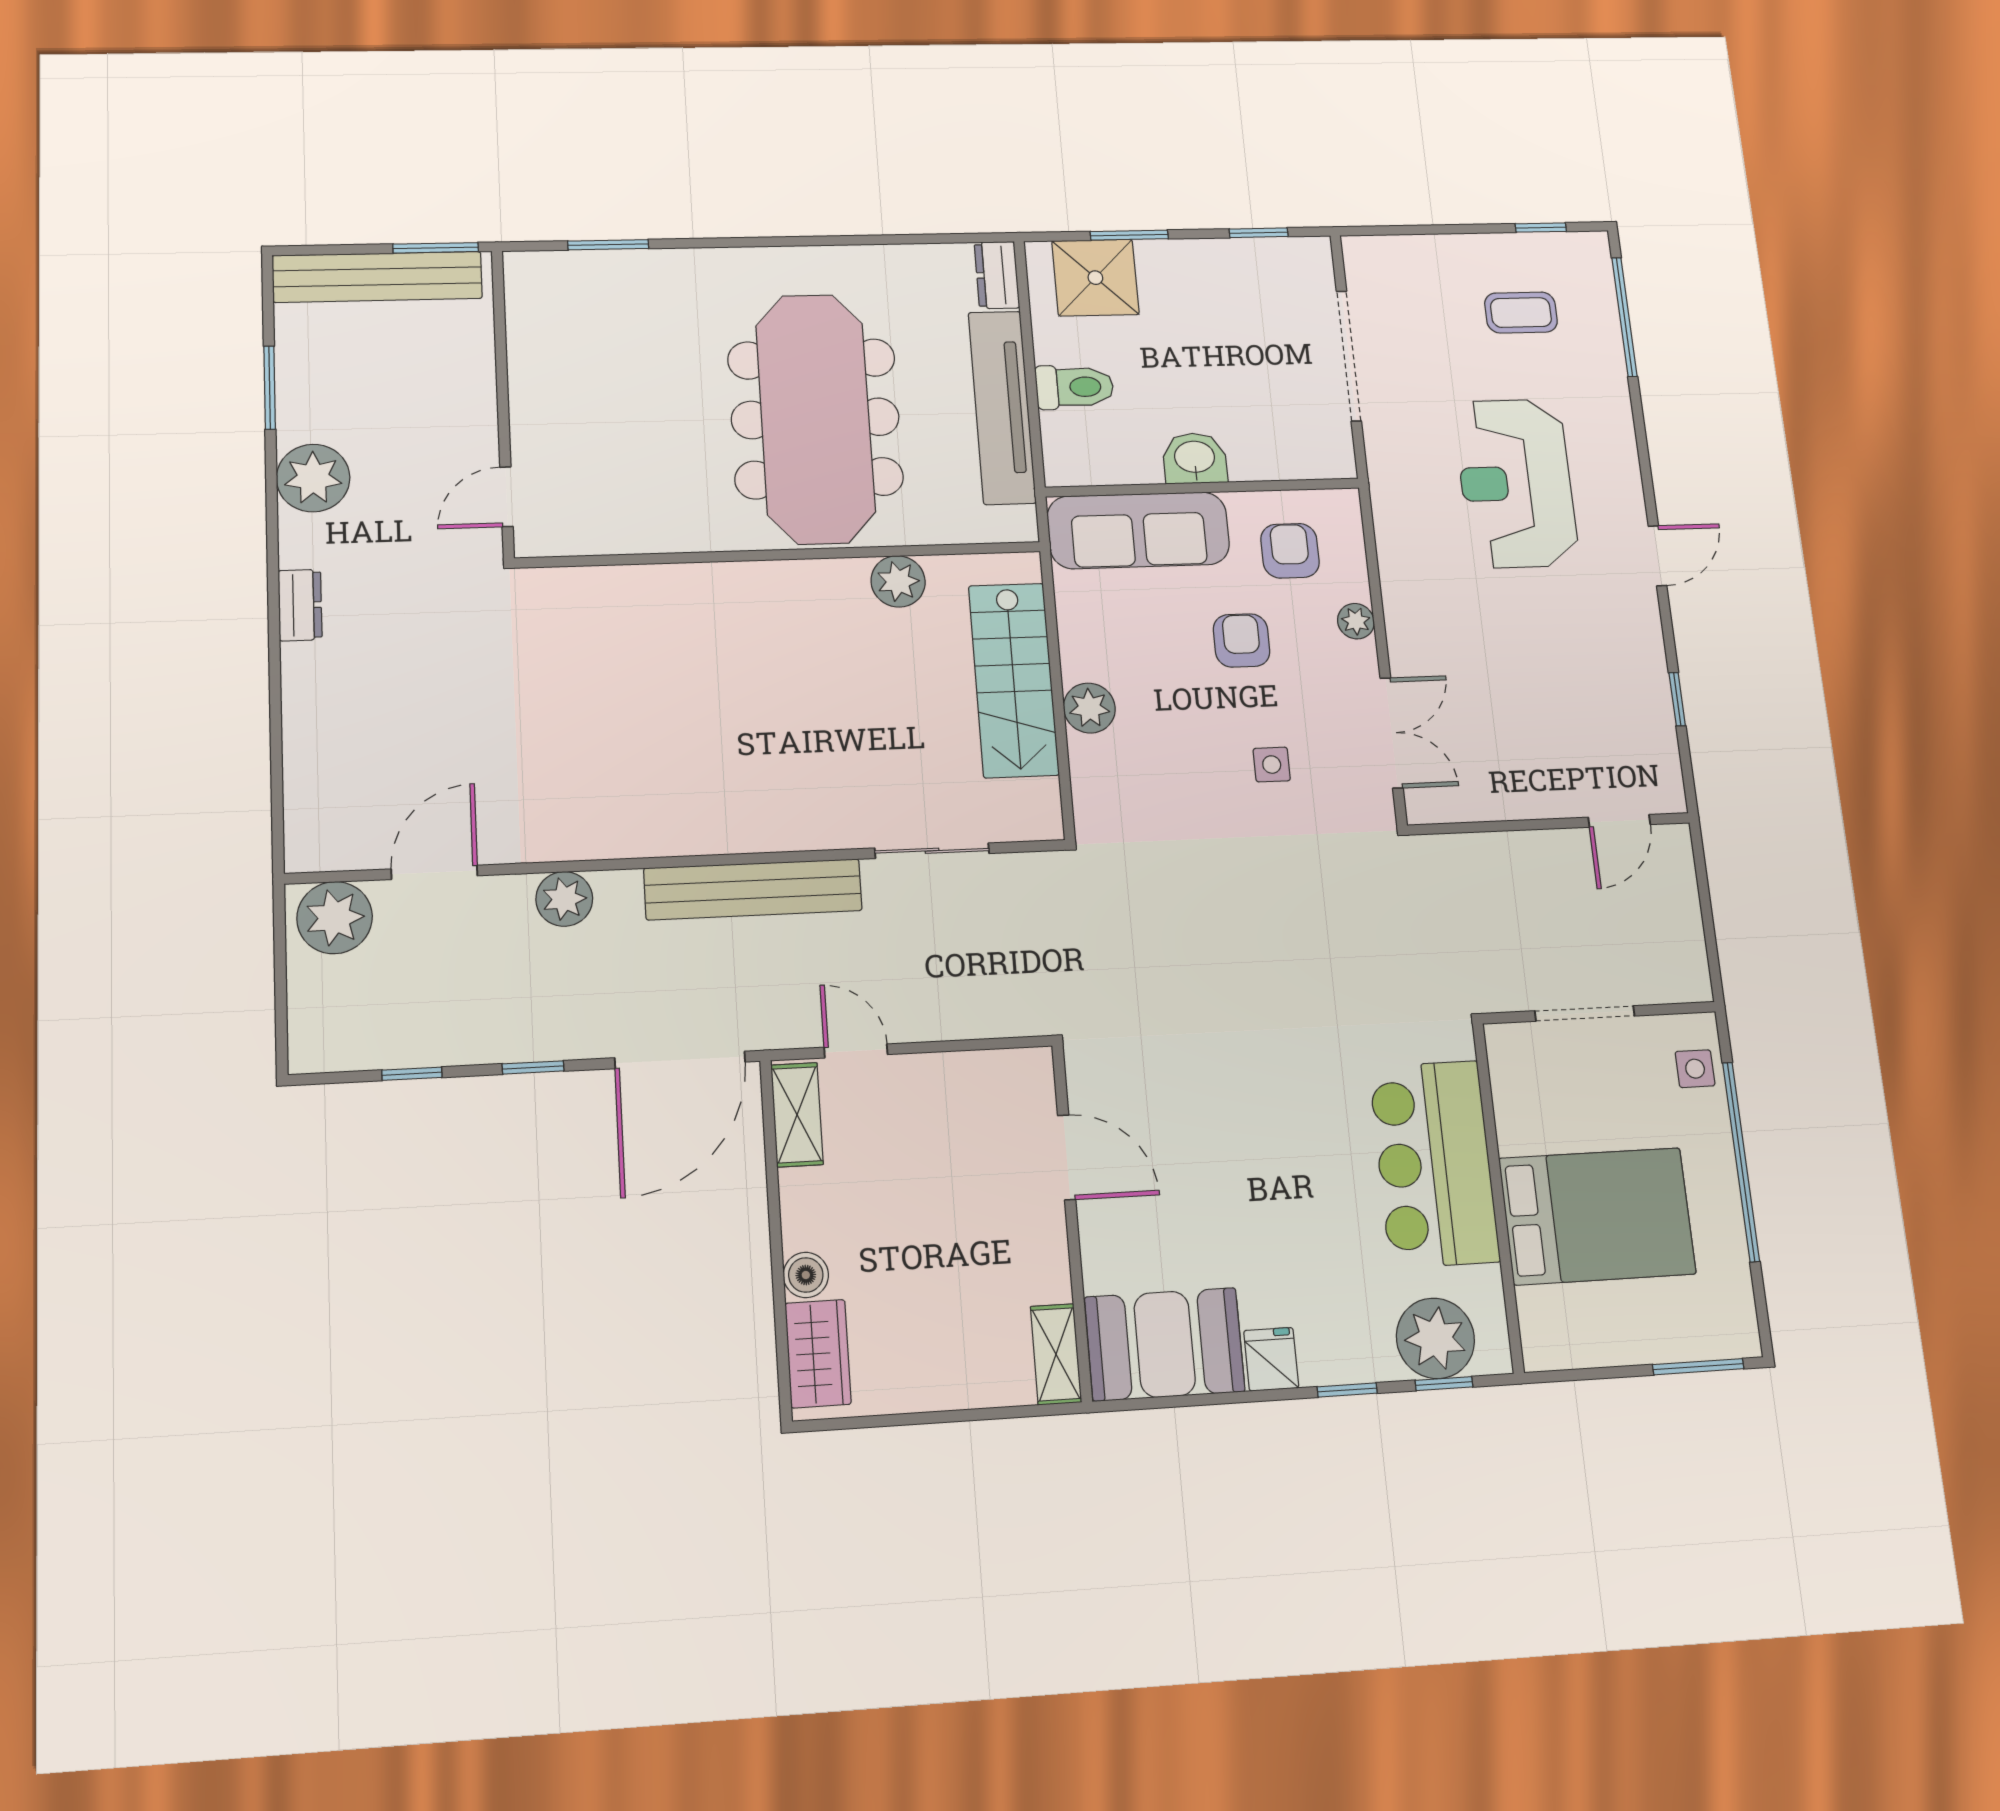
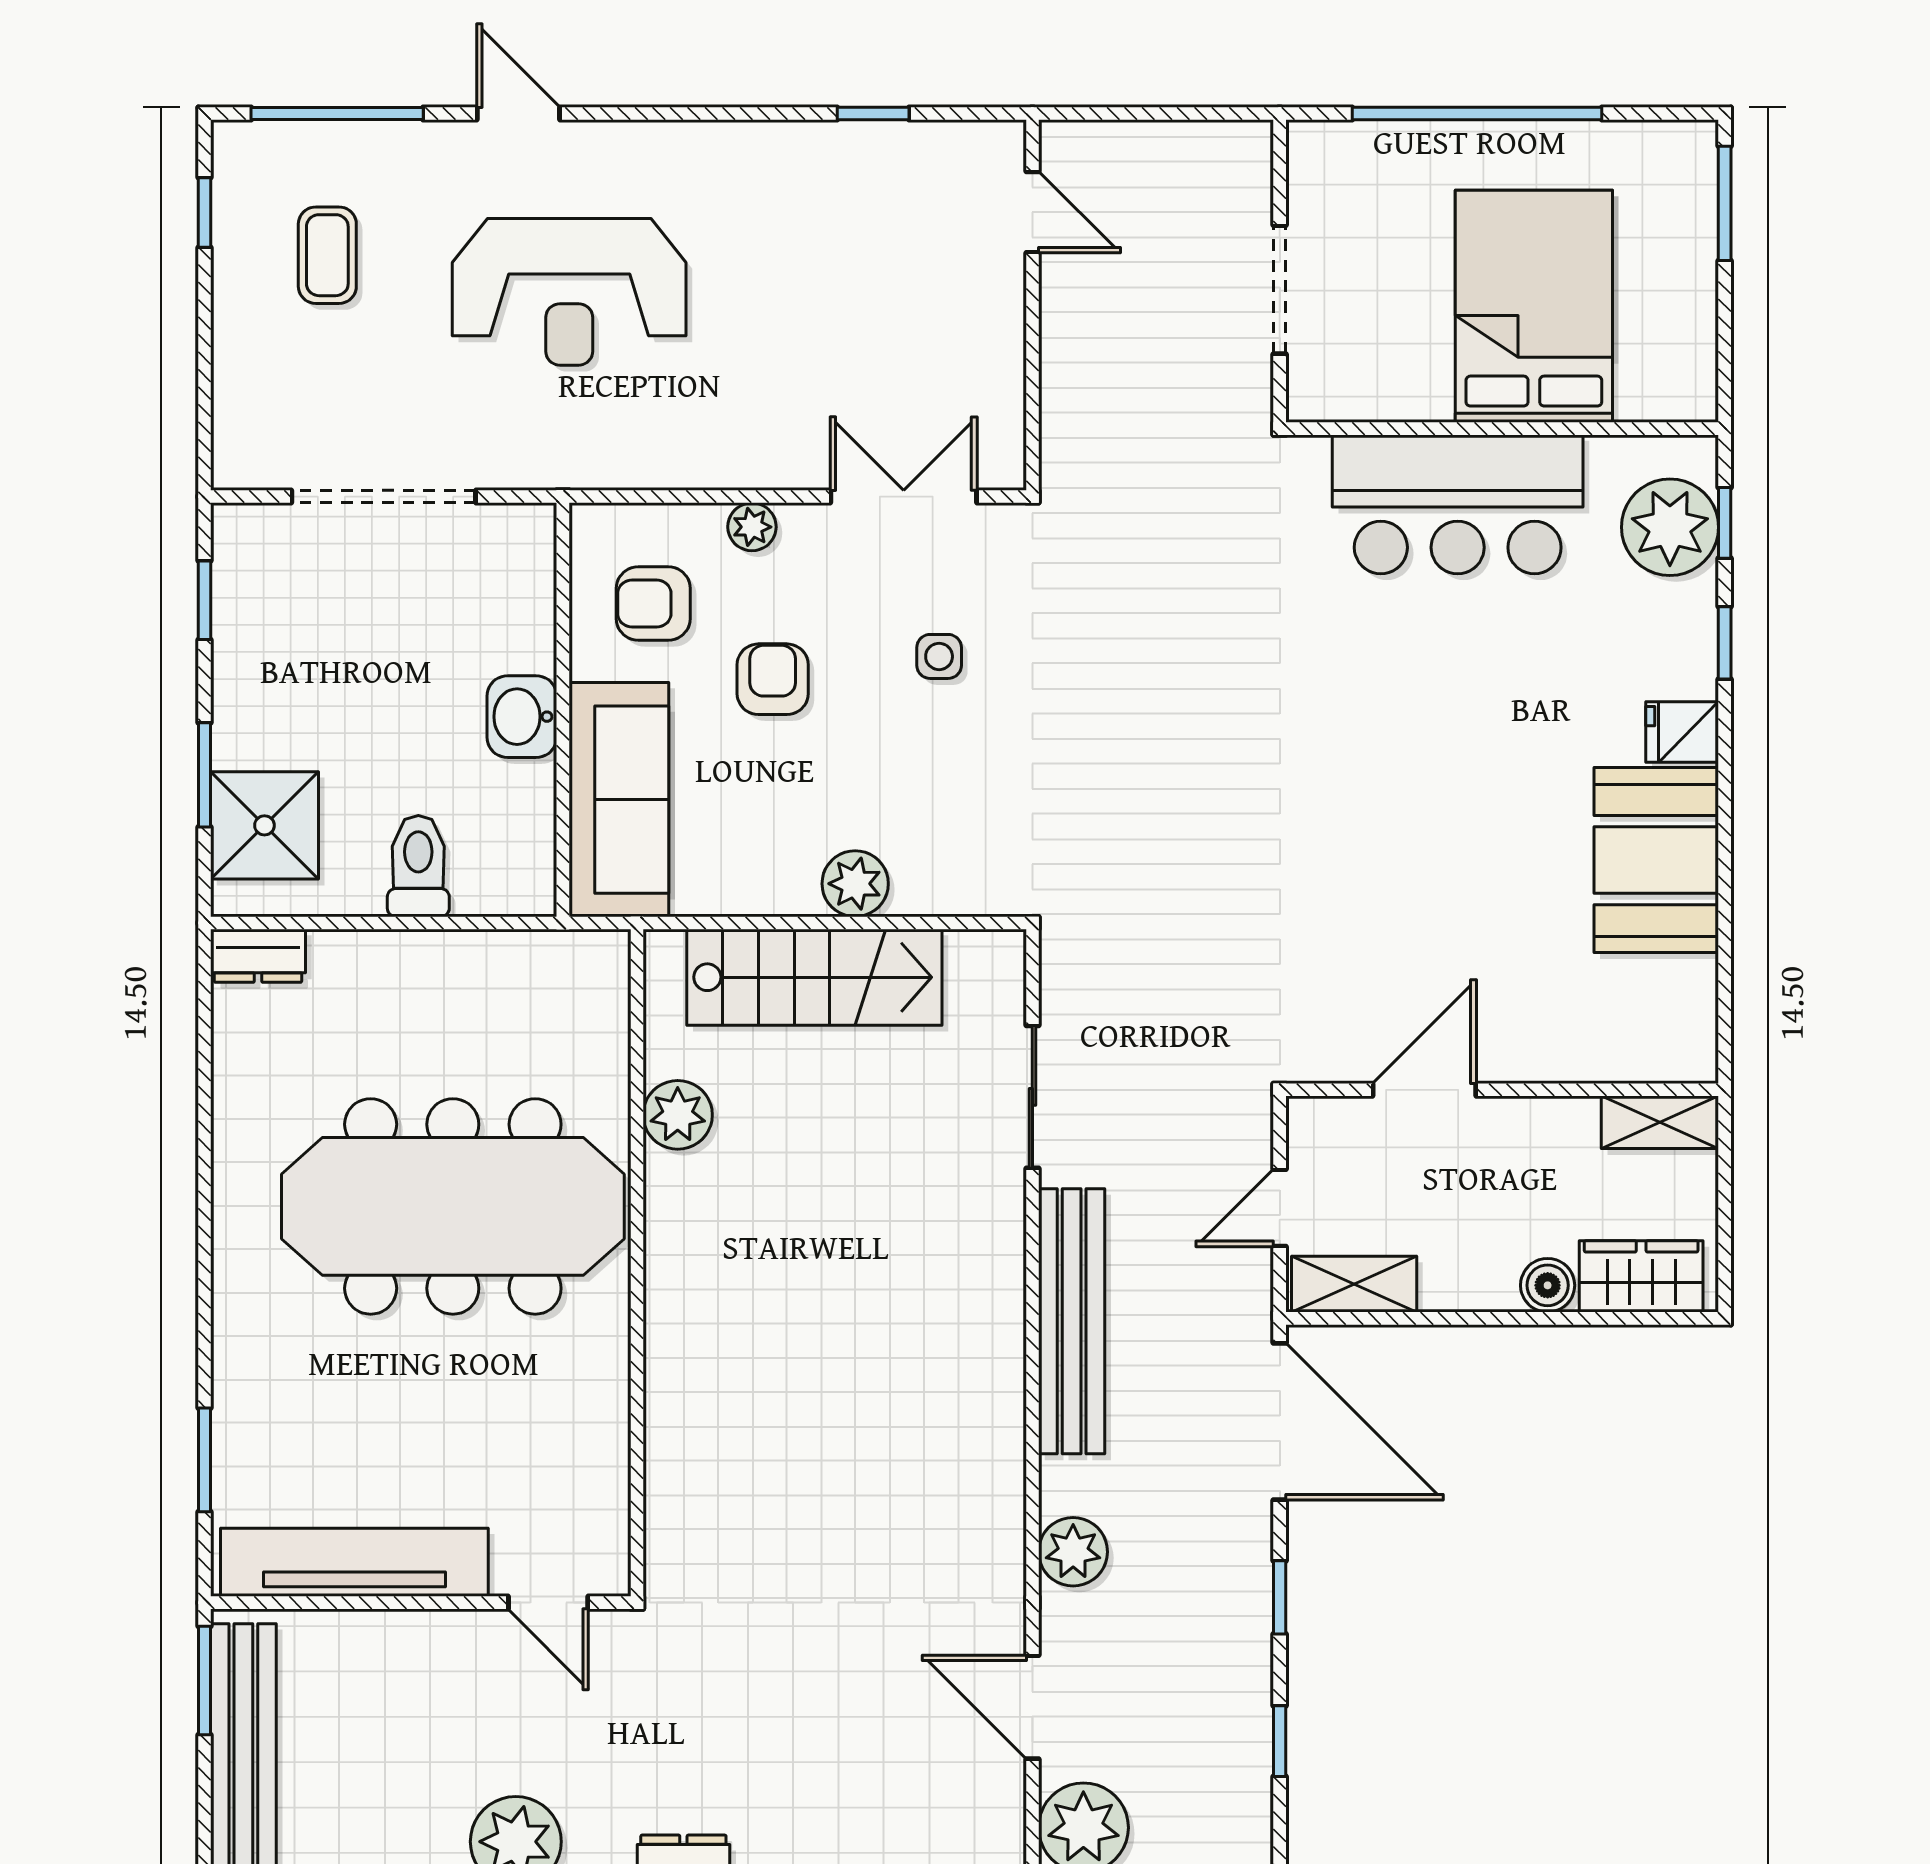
tv unit: (1002, 407) -> (354, 1562), moved, turned 180
door: (1657, 556) -> (518, 113), moved
armchair: (1241, 640) -> (773, 679), turned 90
side table: (1695, 1069) -> (1357, 156), removed
door: (1067, 1157) -> (1424, 1090), moved
wall: (1072, 1221) -> (1502, 1090), moved
shelving: (1056, 1354) -> (1660, 1122), moved

